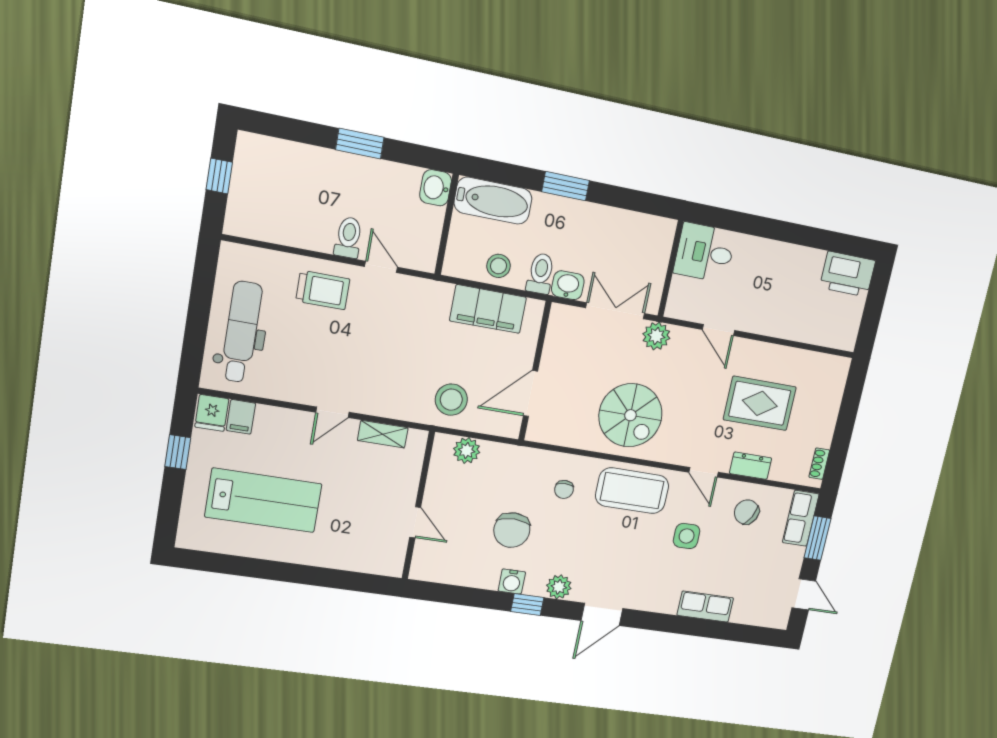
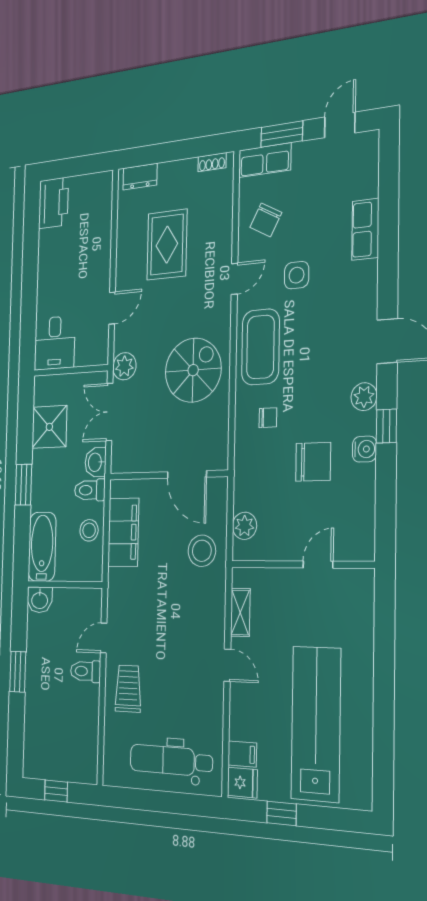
shower: (619, 231) -> (49, 427), added
dresser: (751, 466) -> (140, 177), moved, turned -90
lab bench: (263, 500) -> (316, 724), width x1.36

